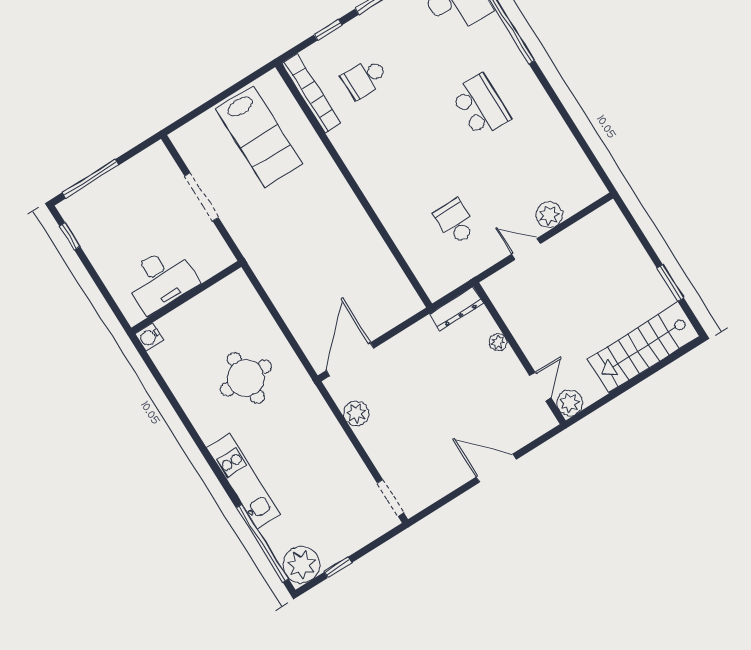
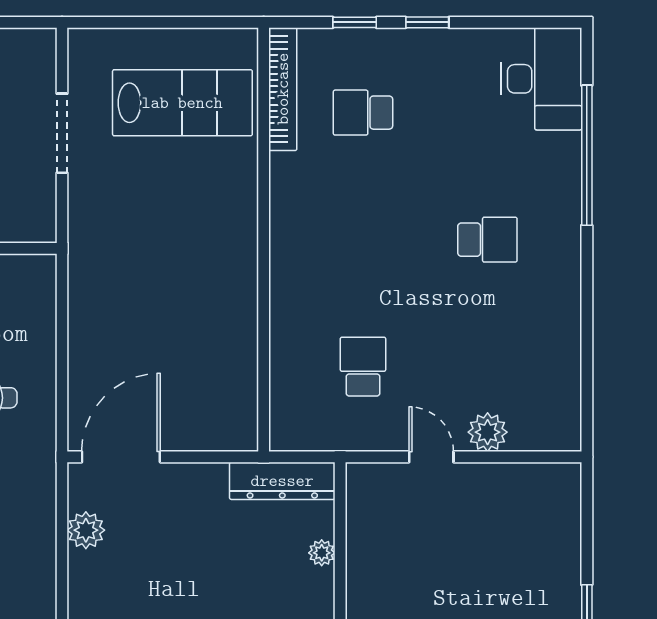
school desk: (481, 106) -> (487, 240), width x0.54
lab bench: (259, 137) -> (182, 103), turned -90
dresser: (457, 308) -> (282, 481), width x1.37, depth x1.24

